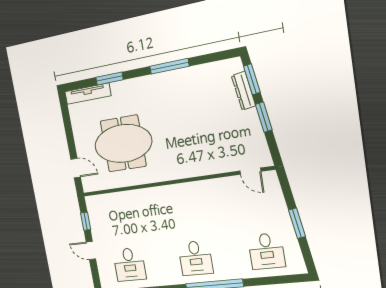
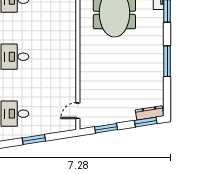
dresser: (244, 91) -> (150, 113), moved
window: (264, 117) -> (106, 128), moved

